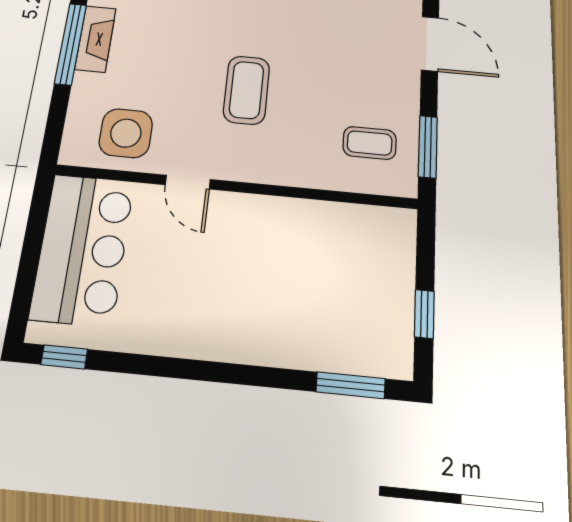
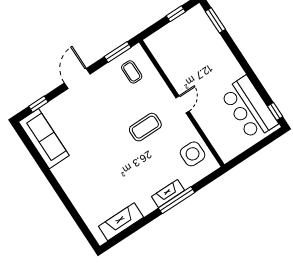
door: (188, 182) -> (182, 104), moved
bar counter: (83, 249) -> (249, 108), moved, turned -90

